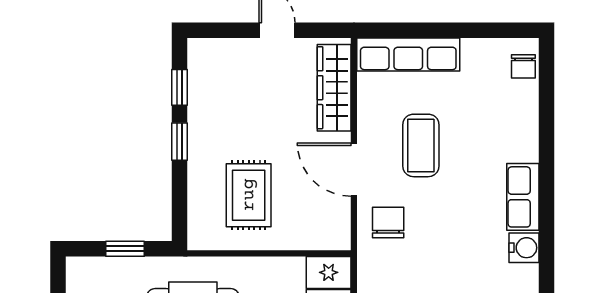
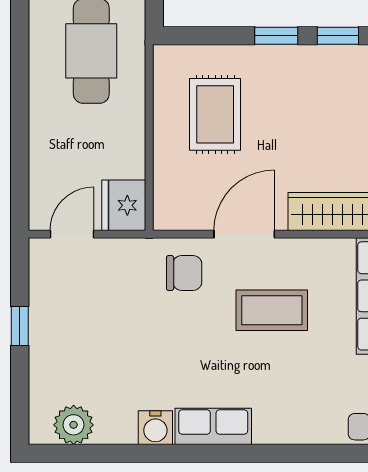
rug: (249, 195) -> (215, 114), turned 90

